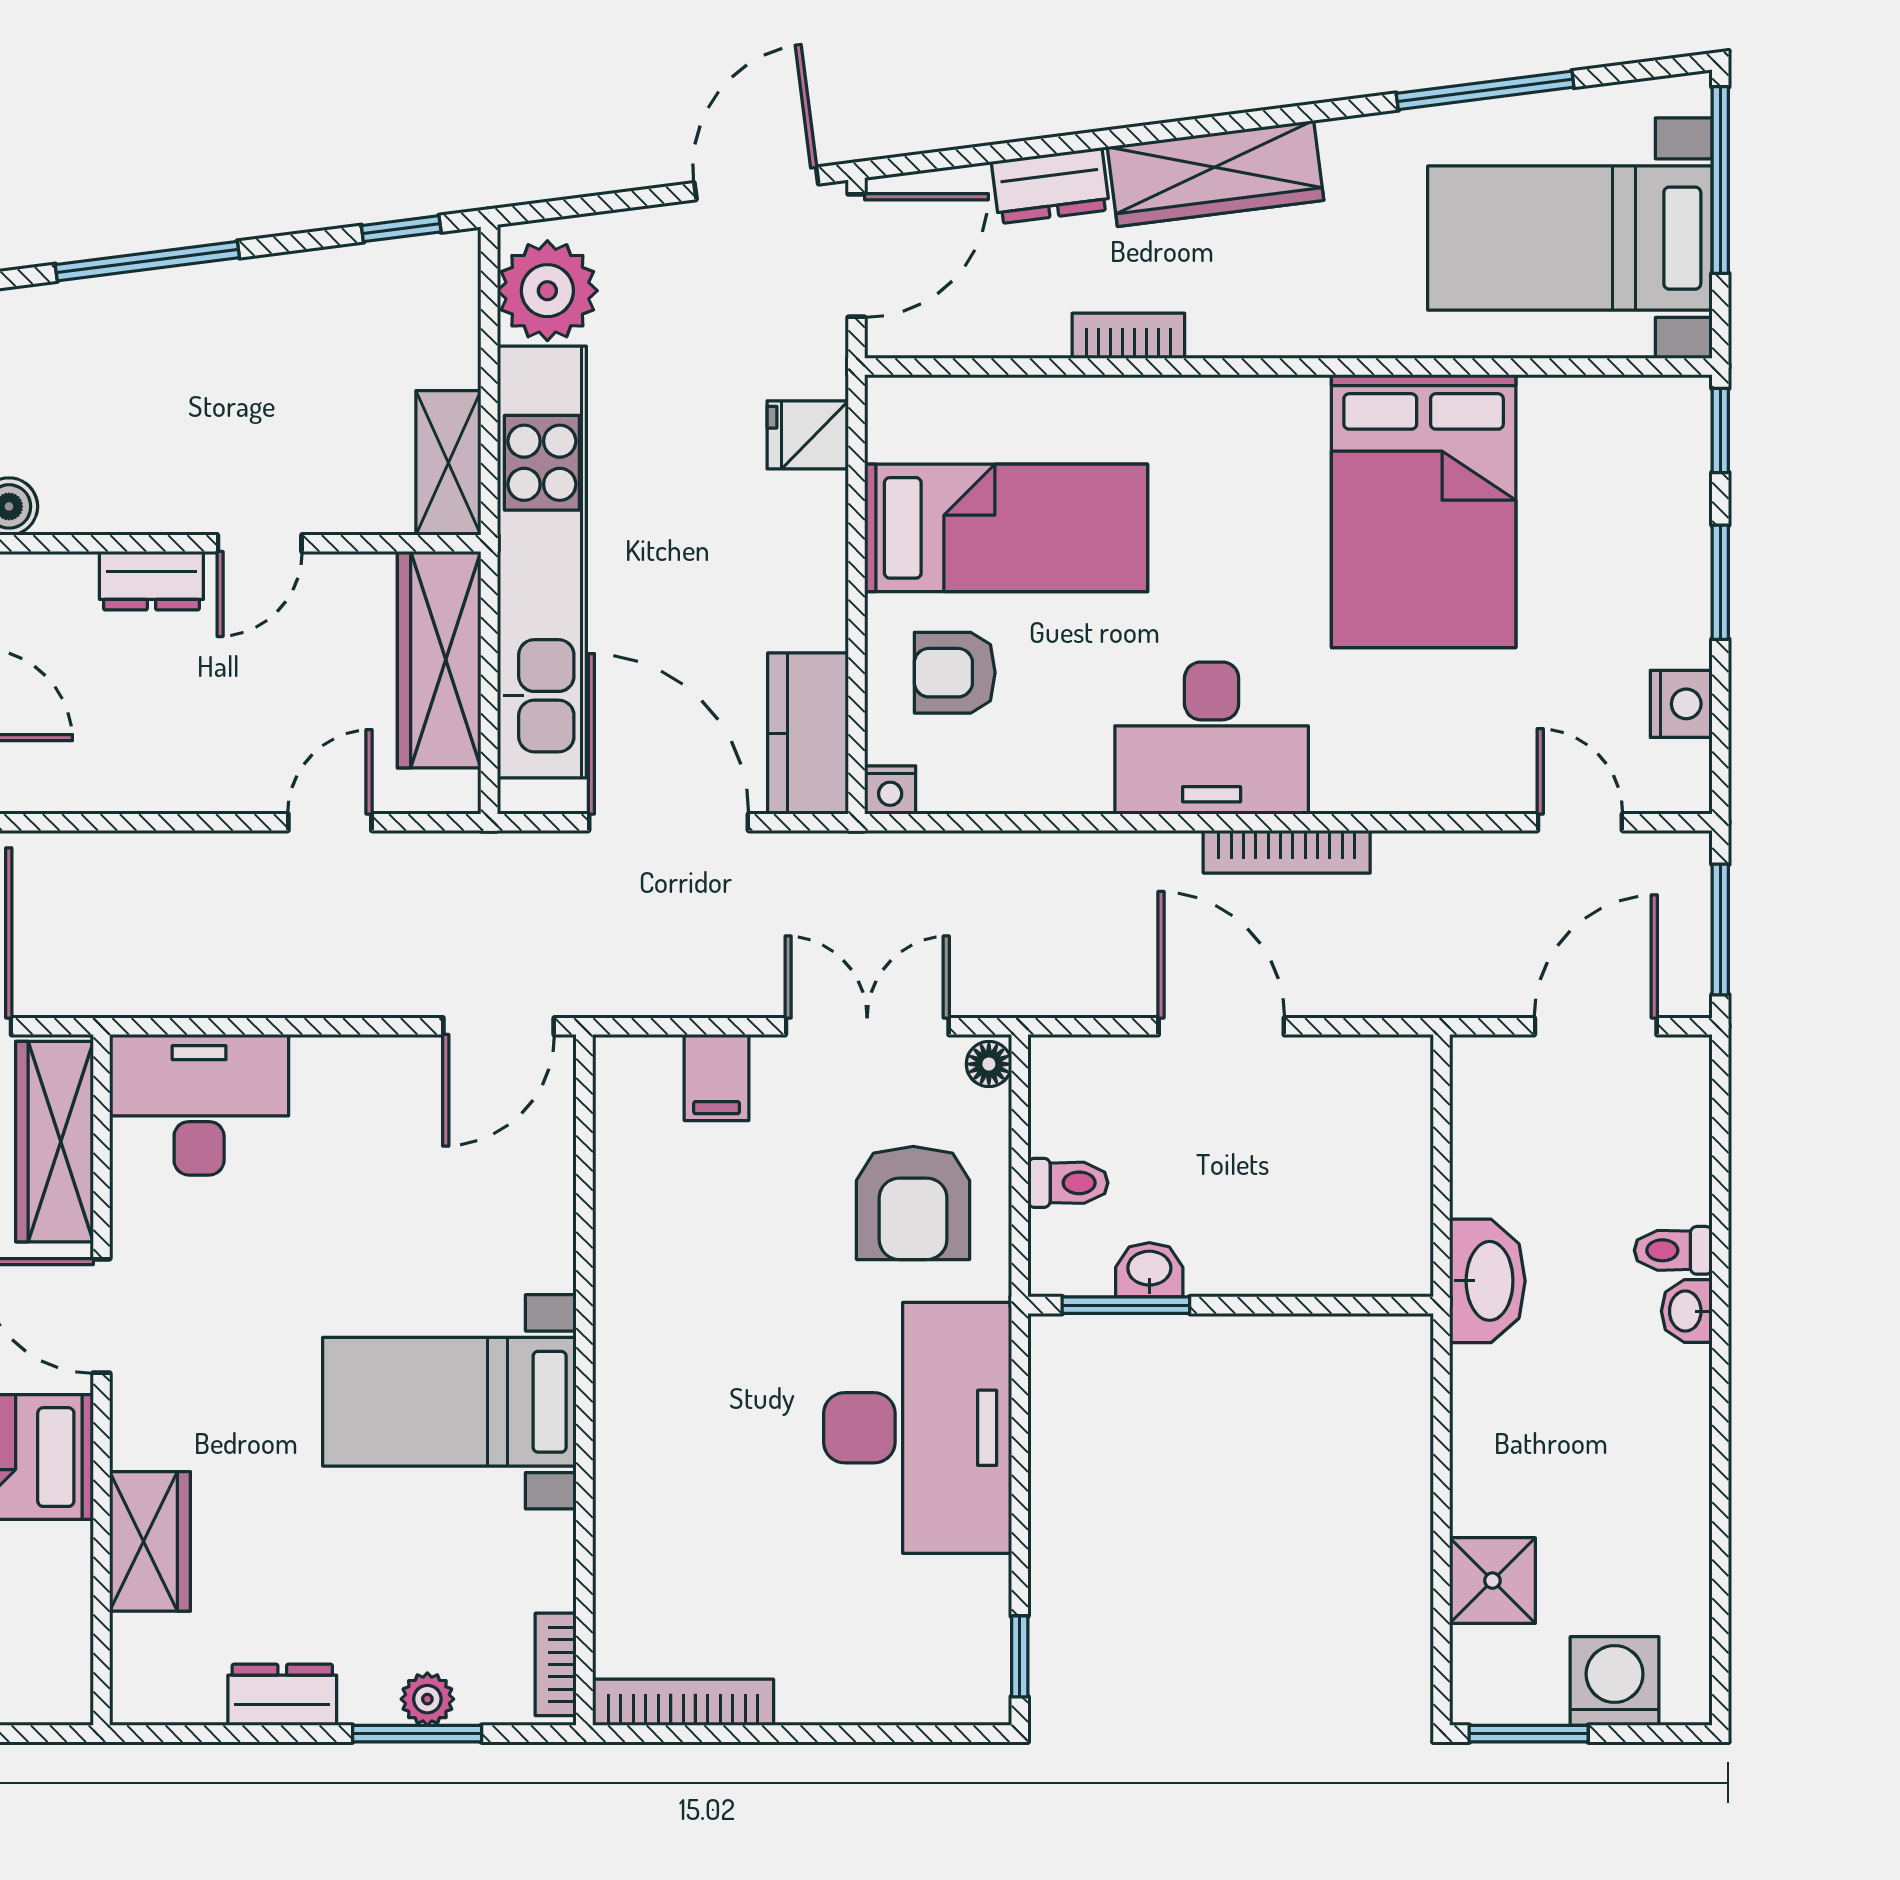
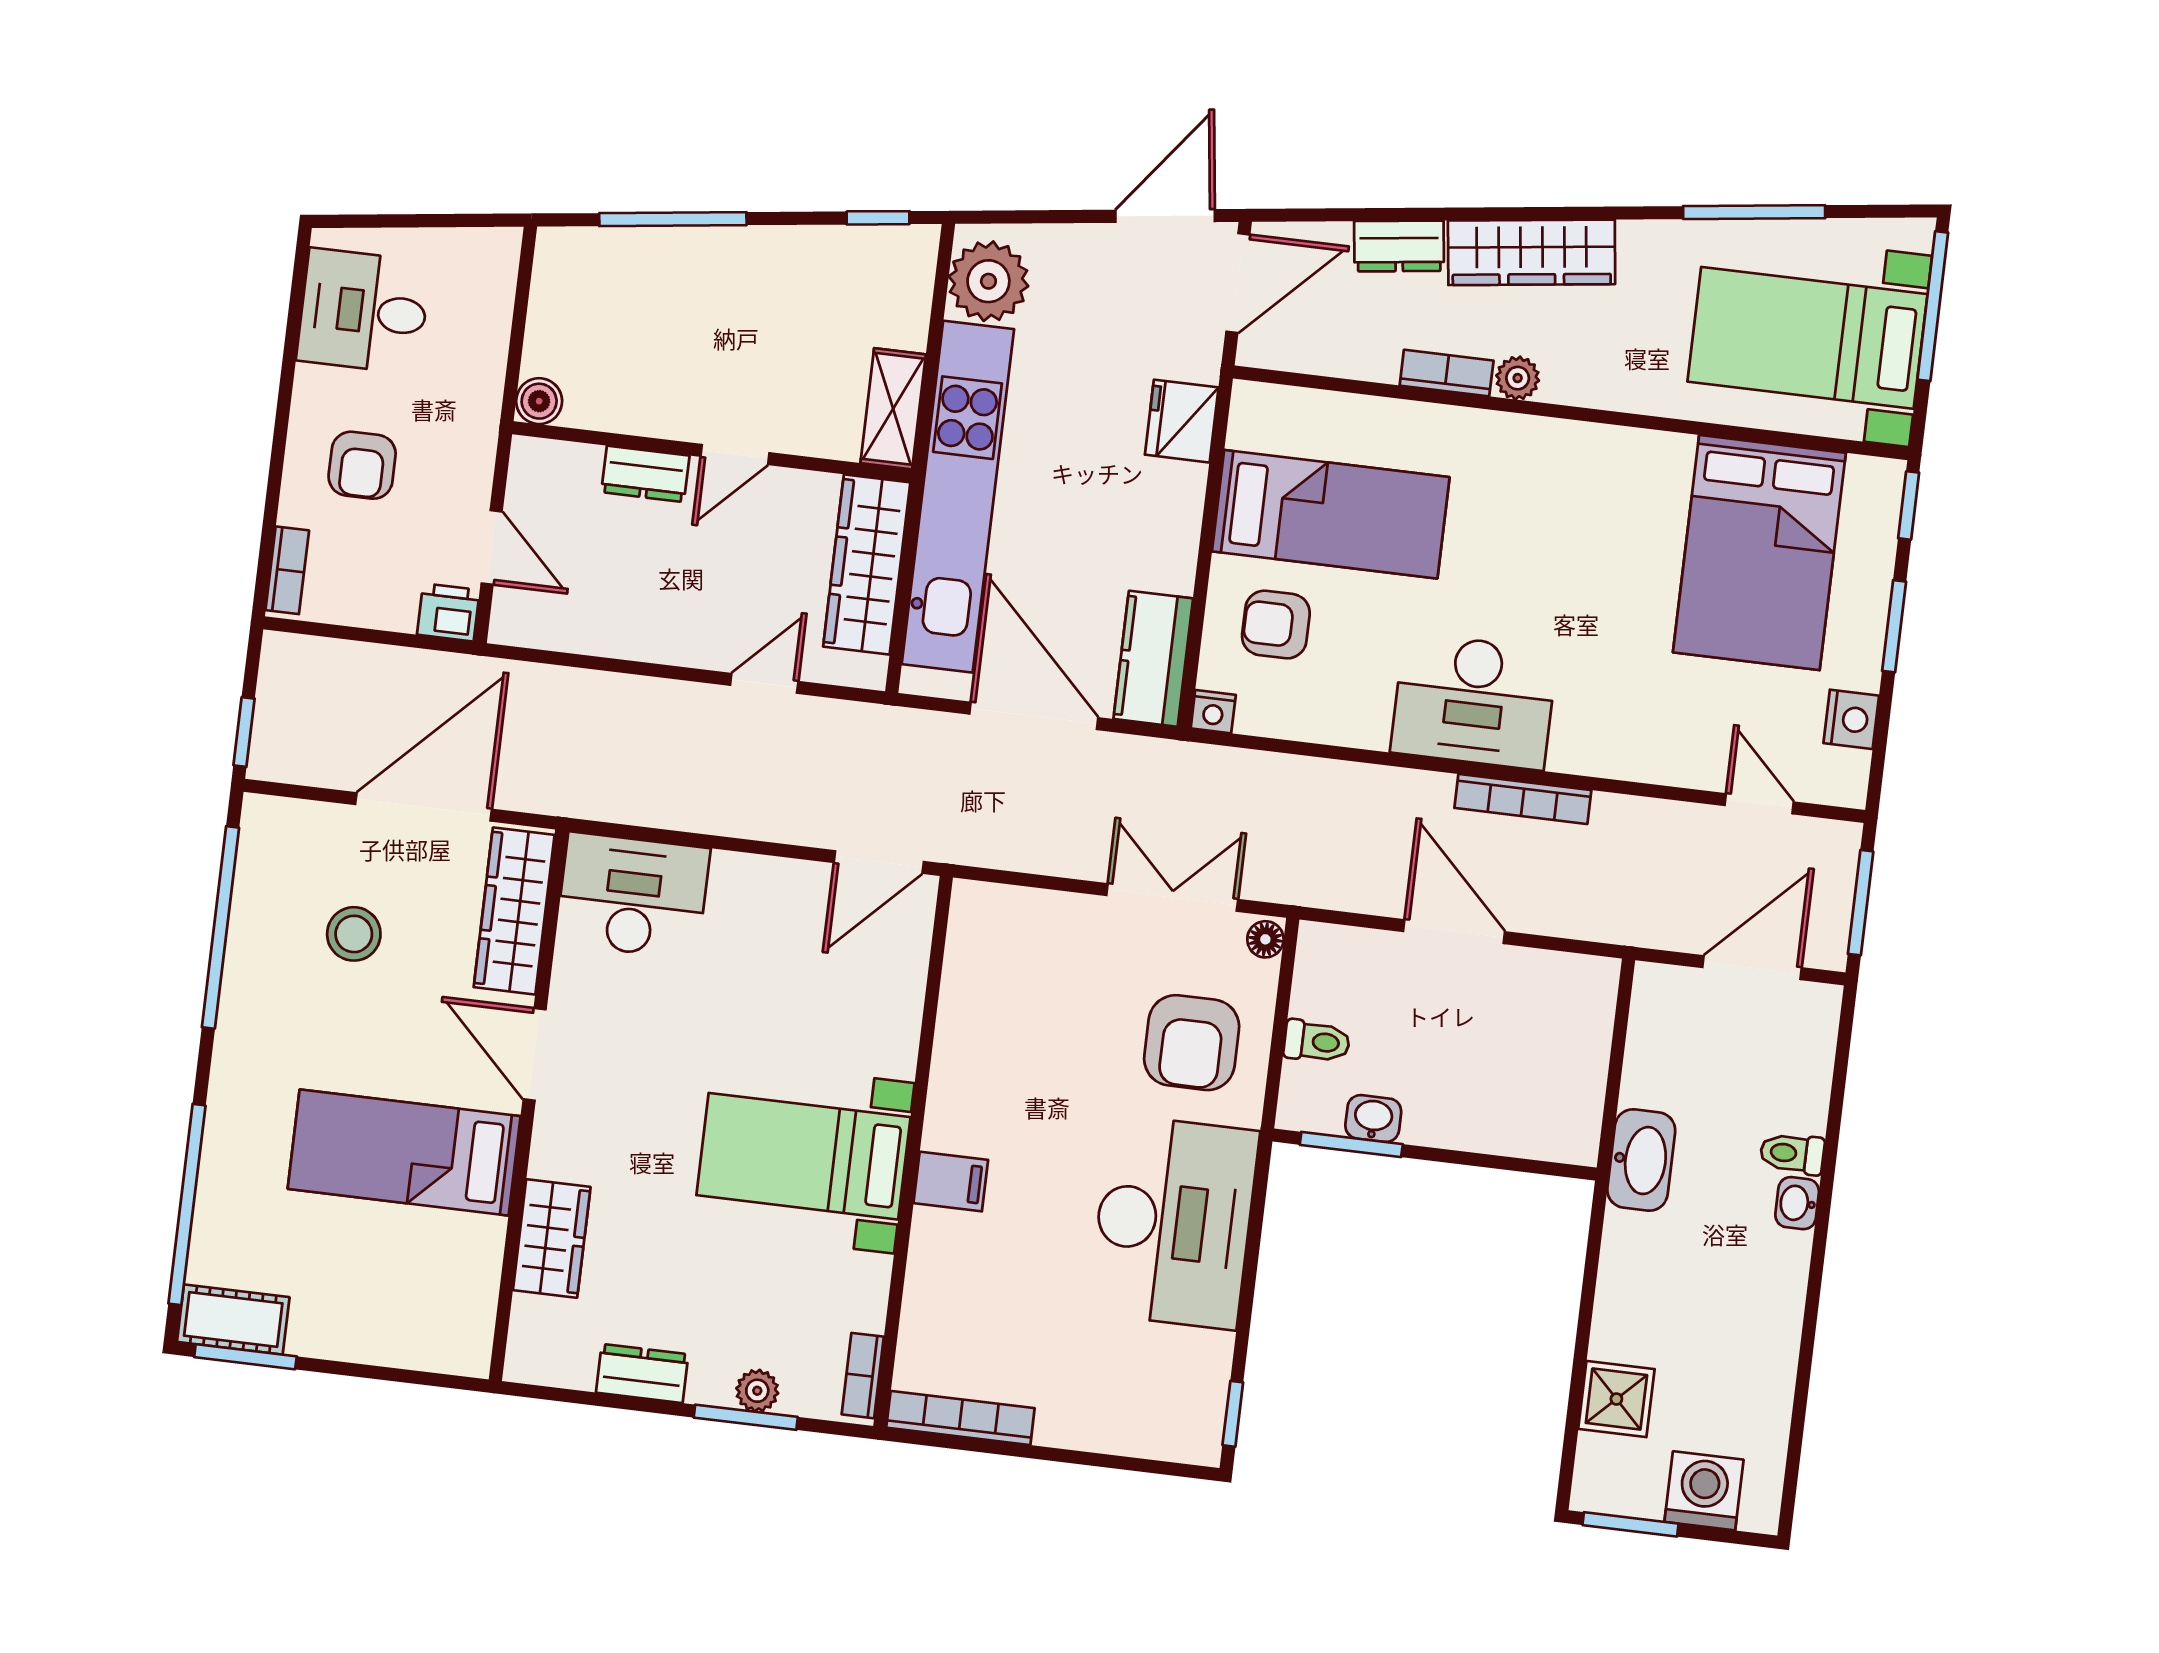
plant: (1217, 331) -> (1518, 378), added
fridge: (808, 435) -> (1182, 421), width x1.38
bed: (1424, 511) -> (1759, 553), moved
filing cabinet: (717, 1078) -> (951, 1182), moved, turned -90

